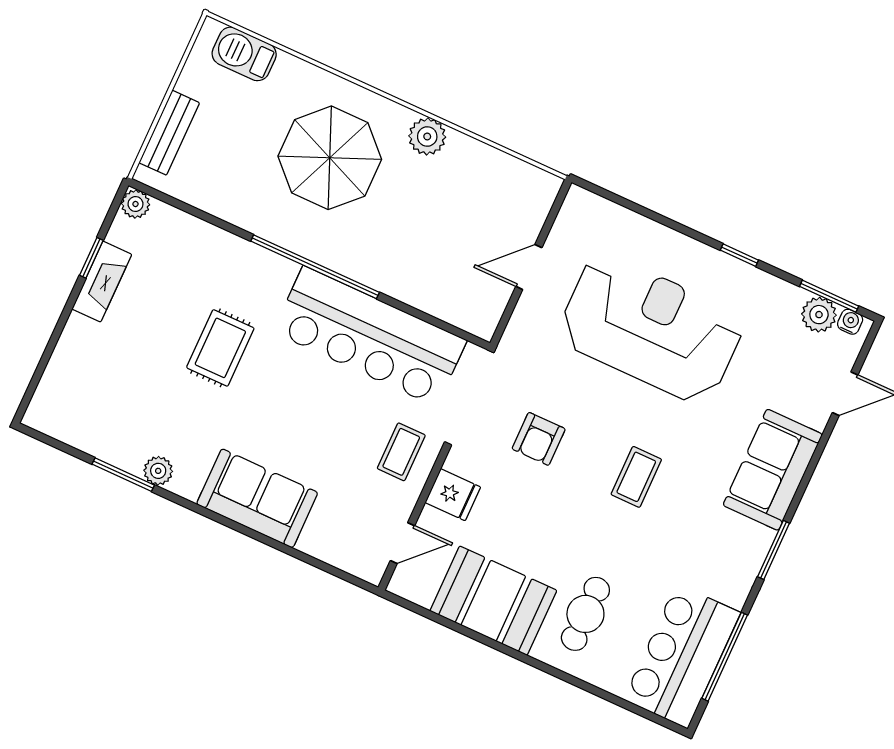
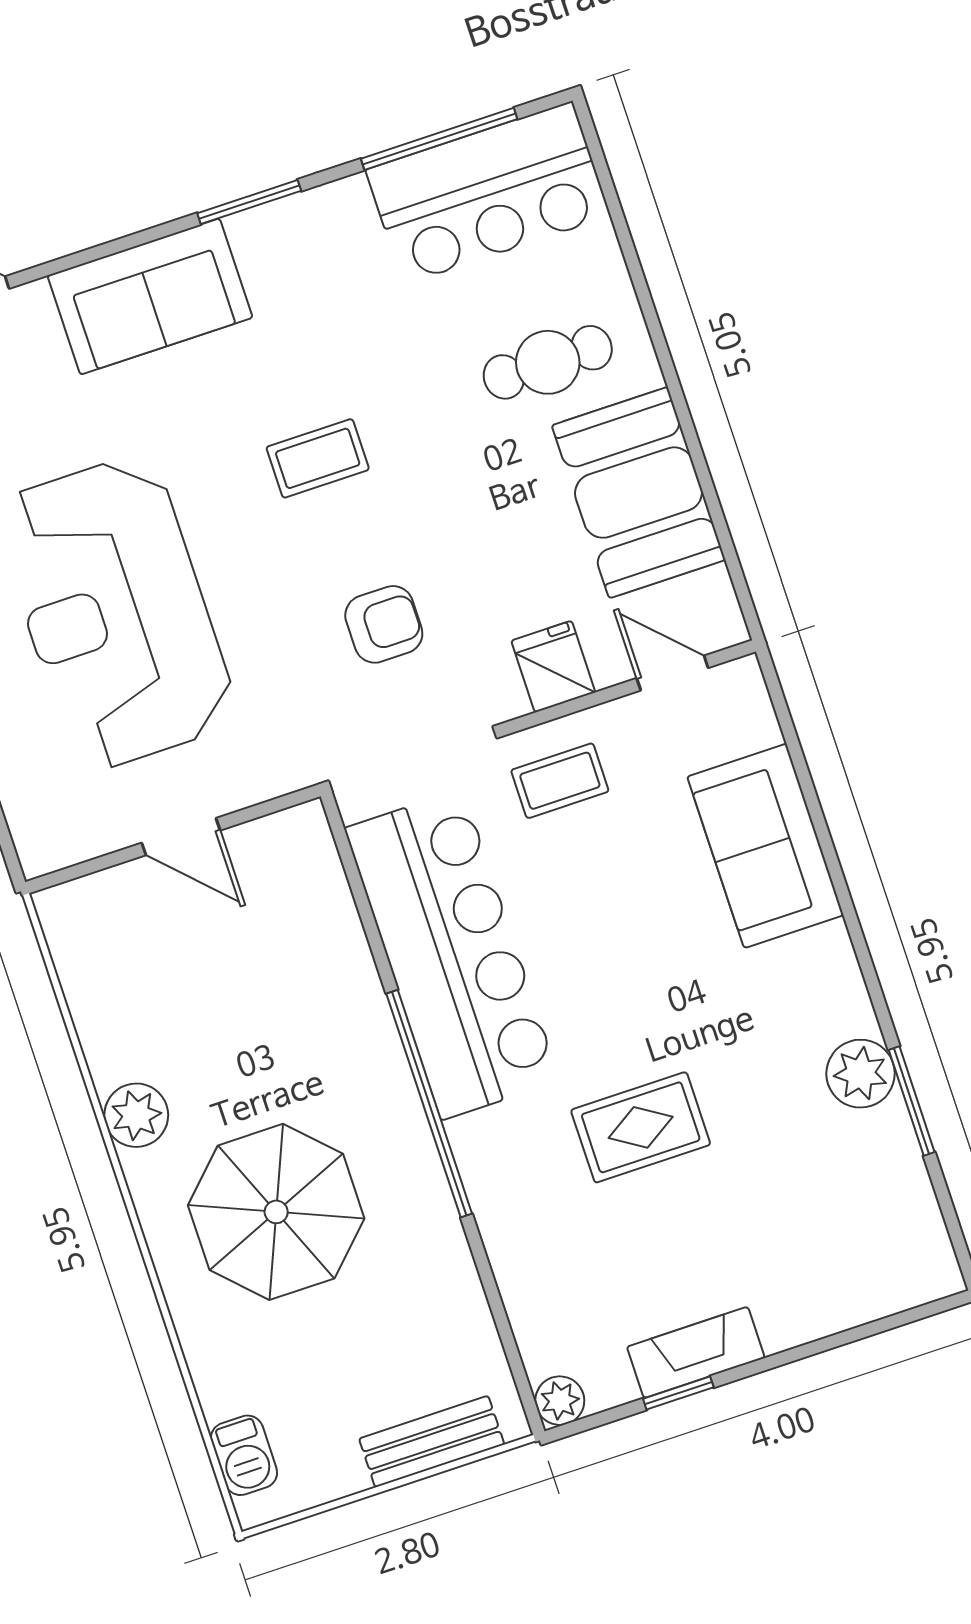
barbecue: (244, 54) -> (244, 1455), width x0.73, depth x0.79
plant: (158, 471) -> (861, 1074), width x1.38, depth x1.38
sofa: (257, 498) -> (765, 846), moved

